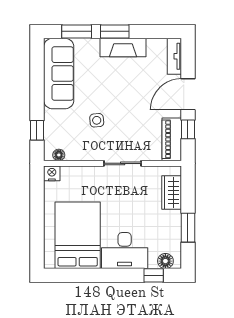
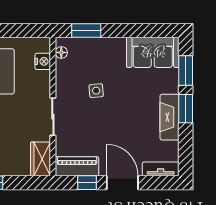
sofa: (59, 74) -> (153, 52), width x0.73
window: (37, 130) -> (86, 31), width x1.50
nightstand: (52, 173) -> (43, 61), moved
wardrobe: (172, 193) -> (40, 159), moved, turned -90

